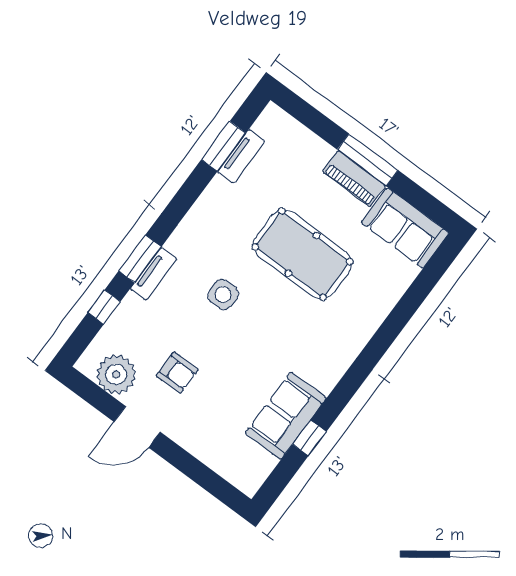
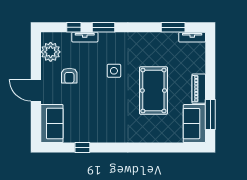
tv unit: (241, 156) -> (192, 37), moved
window: (368, 160) -> (210, 115), moved
tv unit: (154, 274) -> (85, 37), moved
sofa: (286, 416) -> (52, 123), moved, turned 90
door: (137, 427) -> (36, 90), moved

